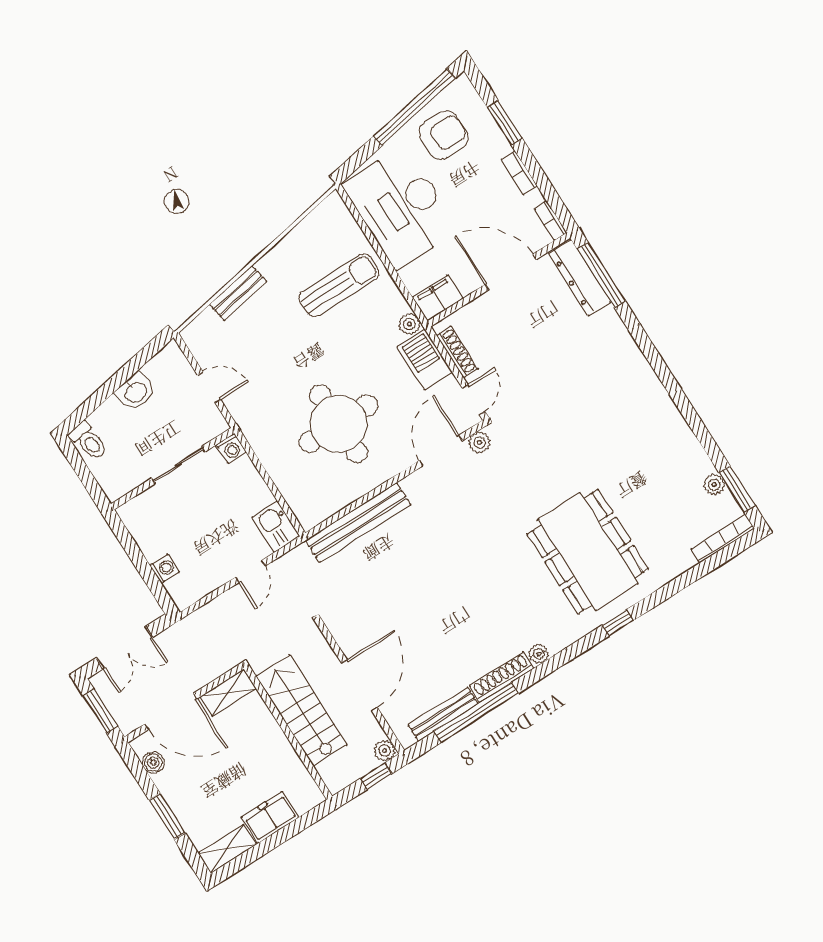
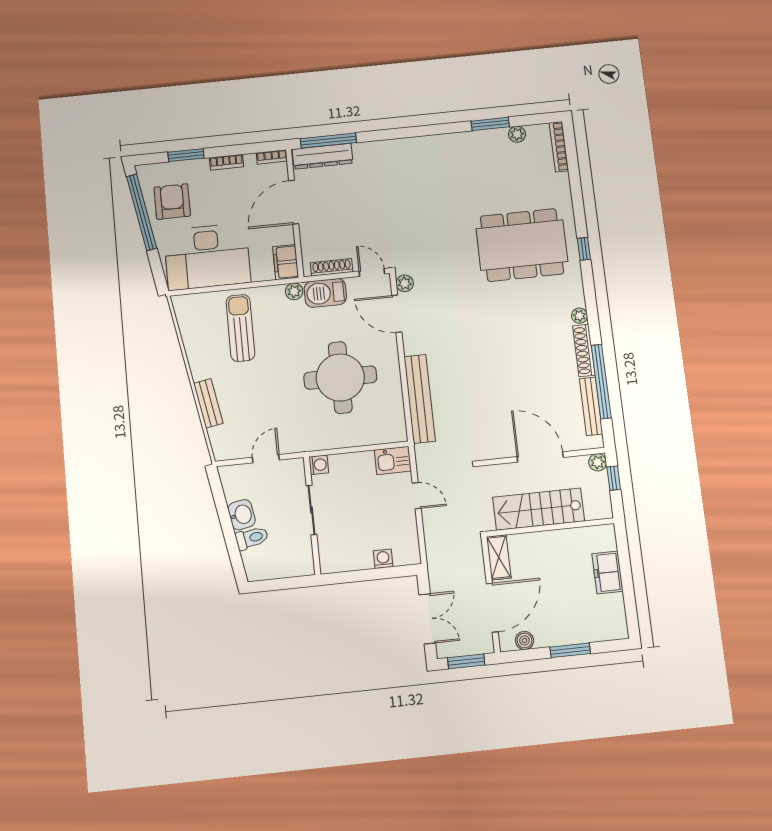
toilet: (89, 441) -> (252, 538), moved
window: (737, 489) -> (490, 124), moved
shelving: (227, 849) -> (616, 617), removed

